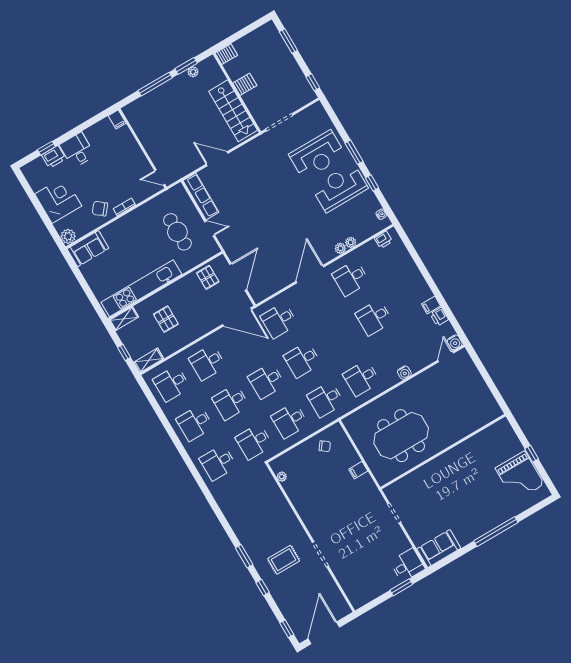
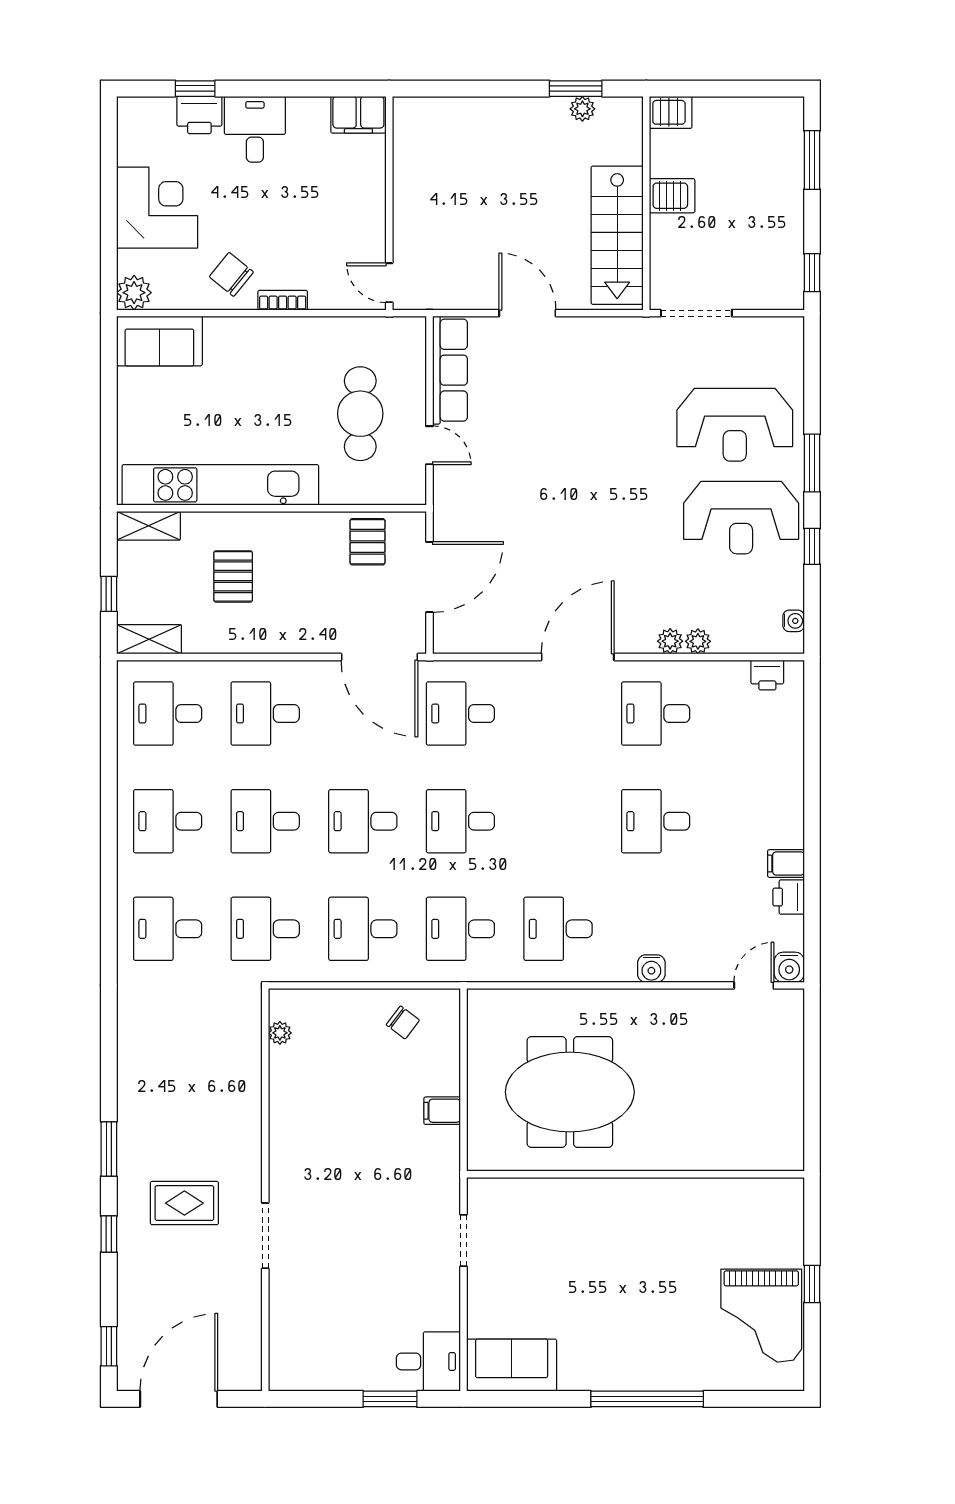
window: (155, 84) -> (491, 89), removed
filing cabinet: (117, 119) -> (358, 115), width x2.00
reception desk: (340, 188) -> (741, 518), turned 180

